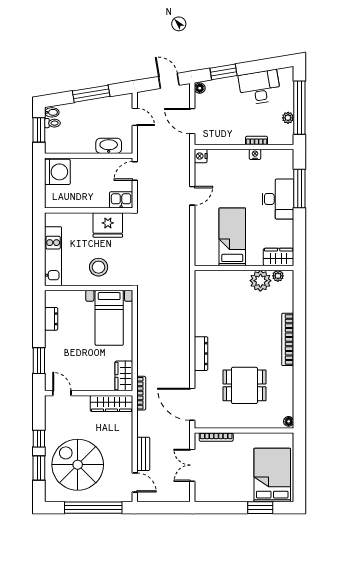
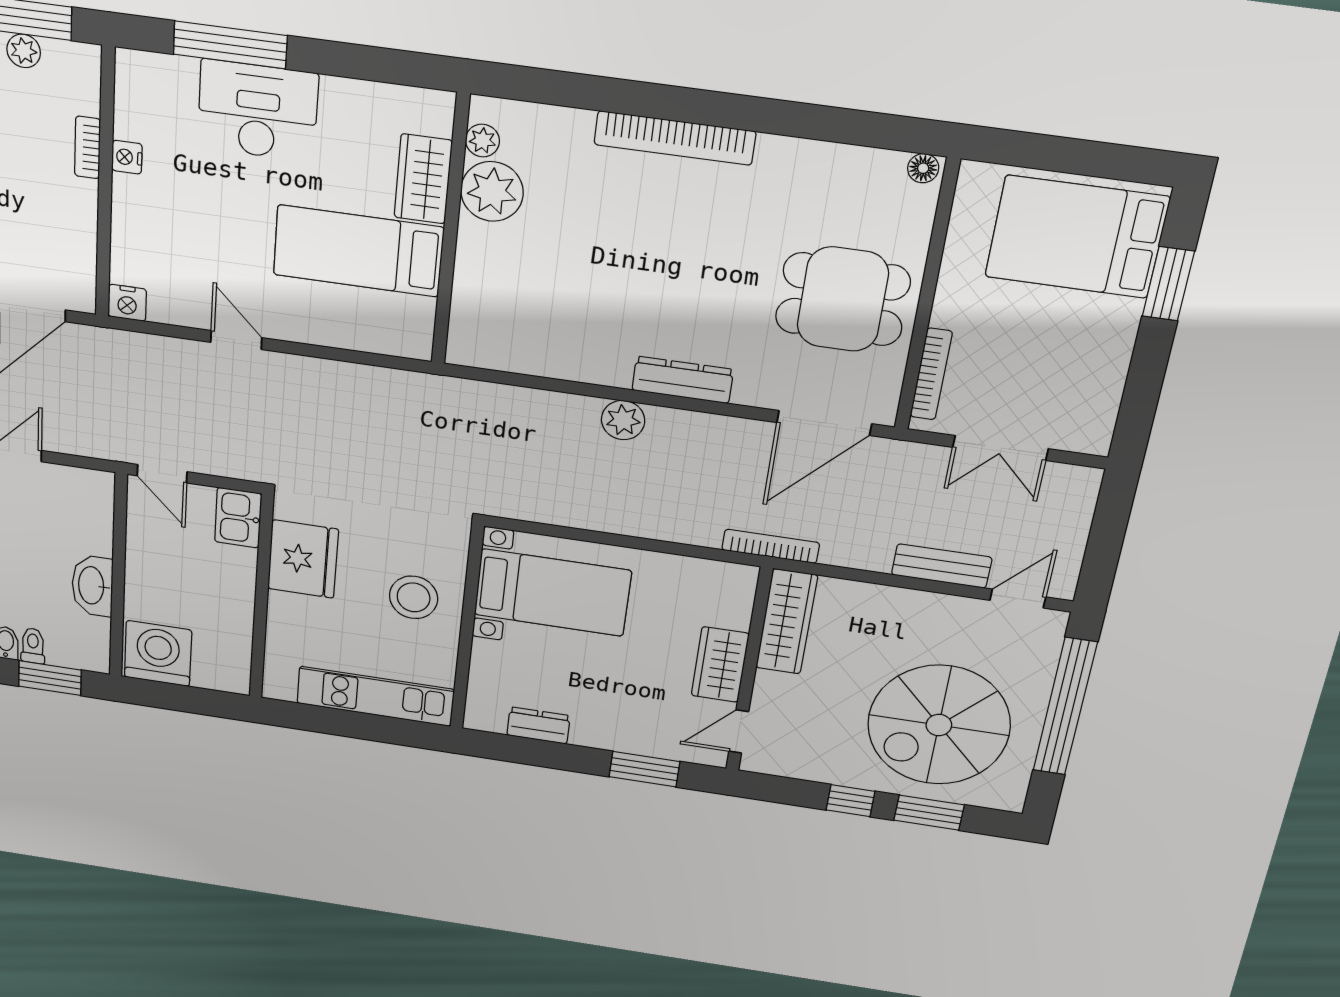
washbasin: (109, 146) -> (92, 586), moved
wardrobe: (279, 257) -> (423, 179), moved
plant: (182, 335) -> (623, 420), added
wardrobe: (124, 376) -> (720, 665), moved, turned 90
dining table: (244, 385) -> (843, 299), moved, turned 90

